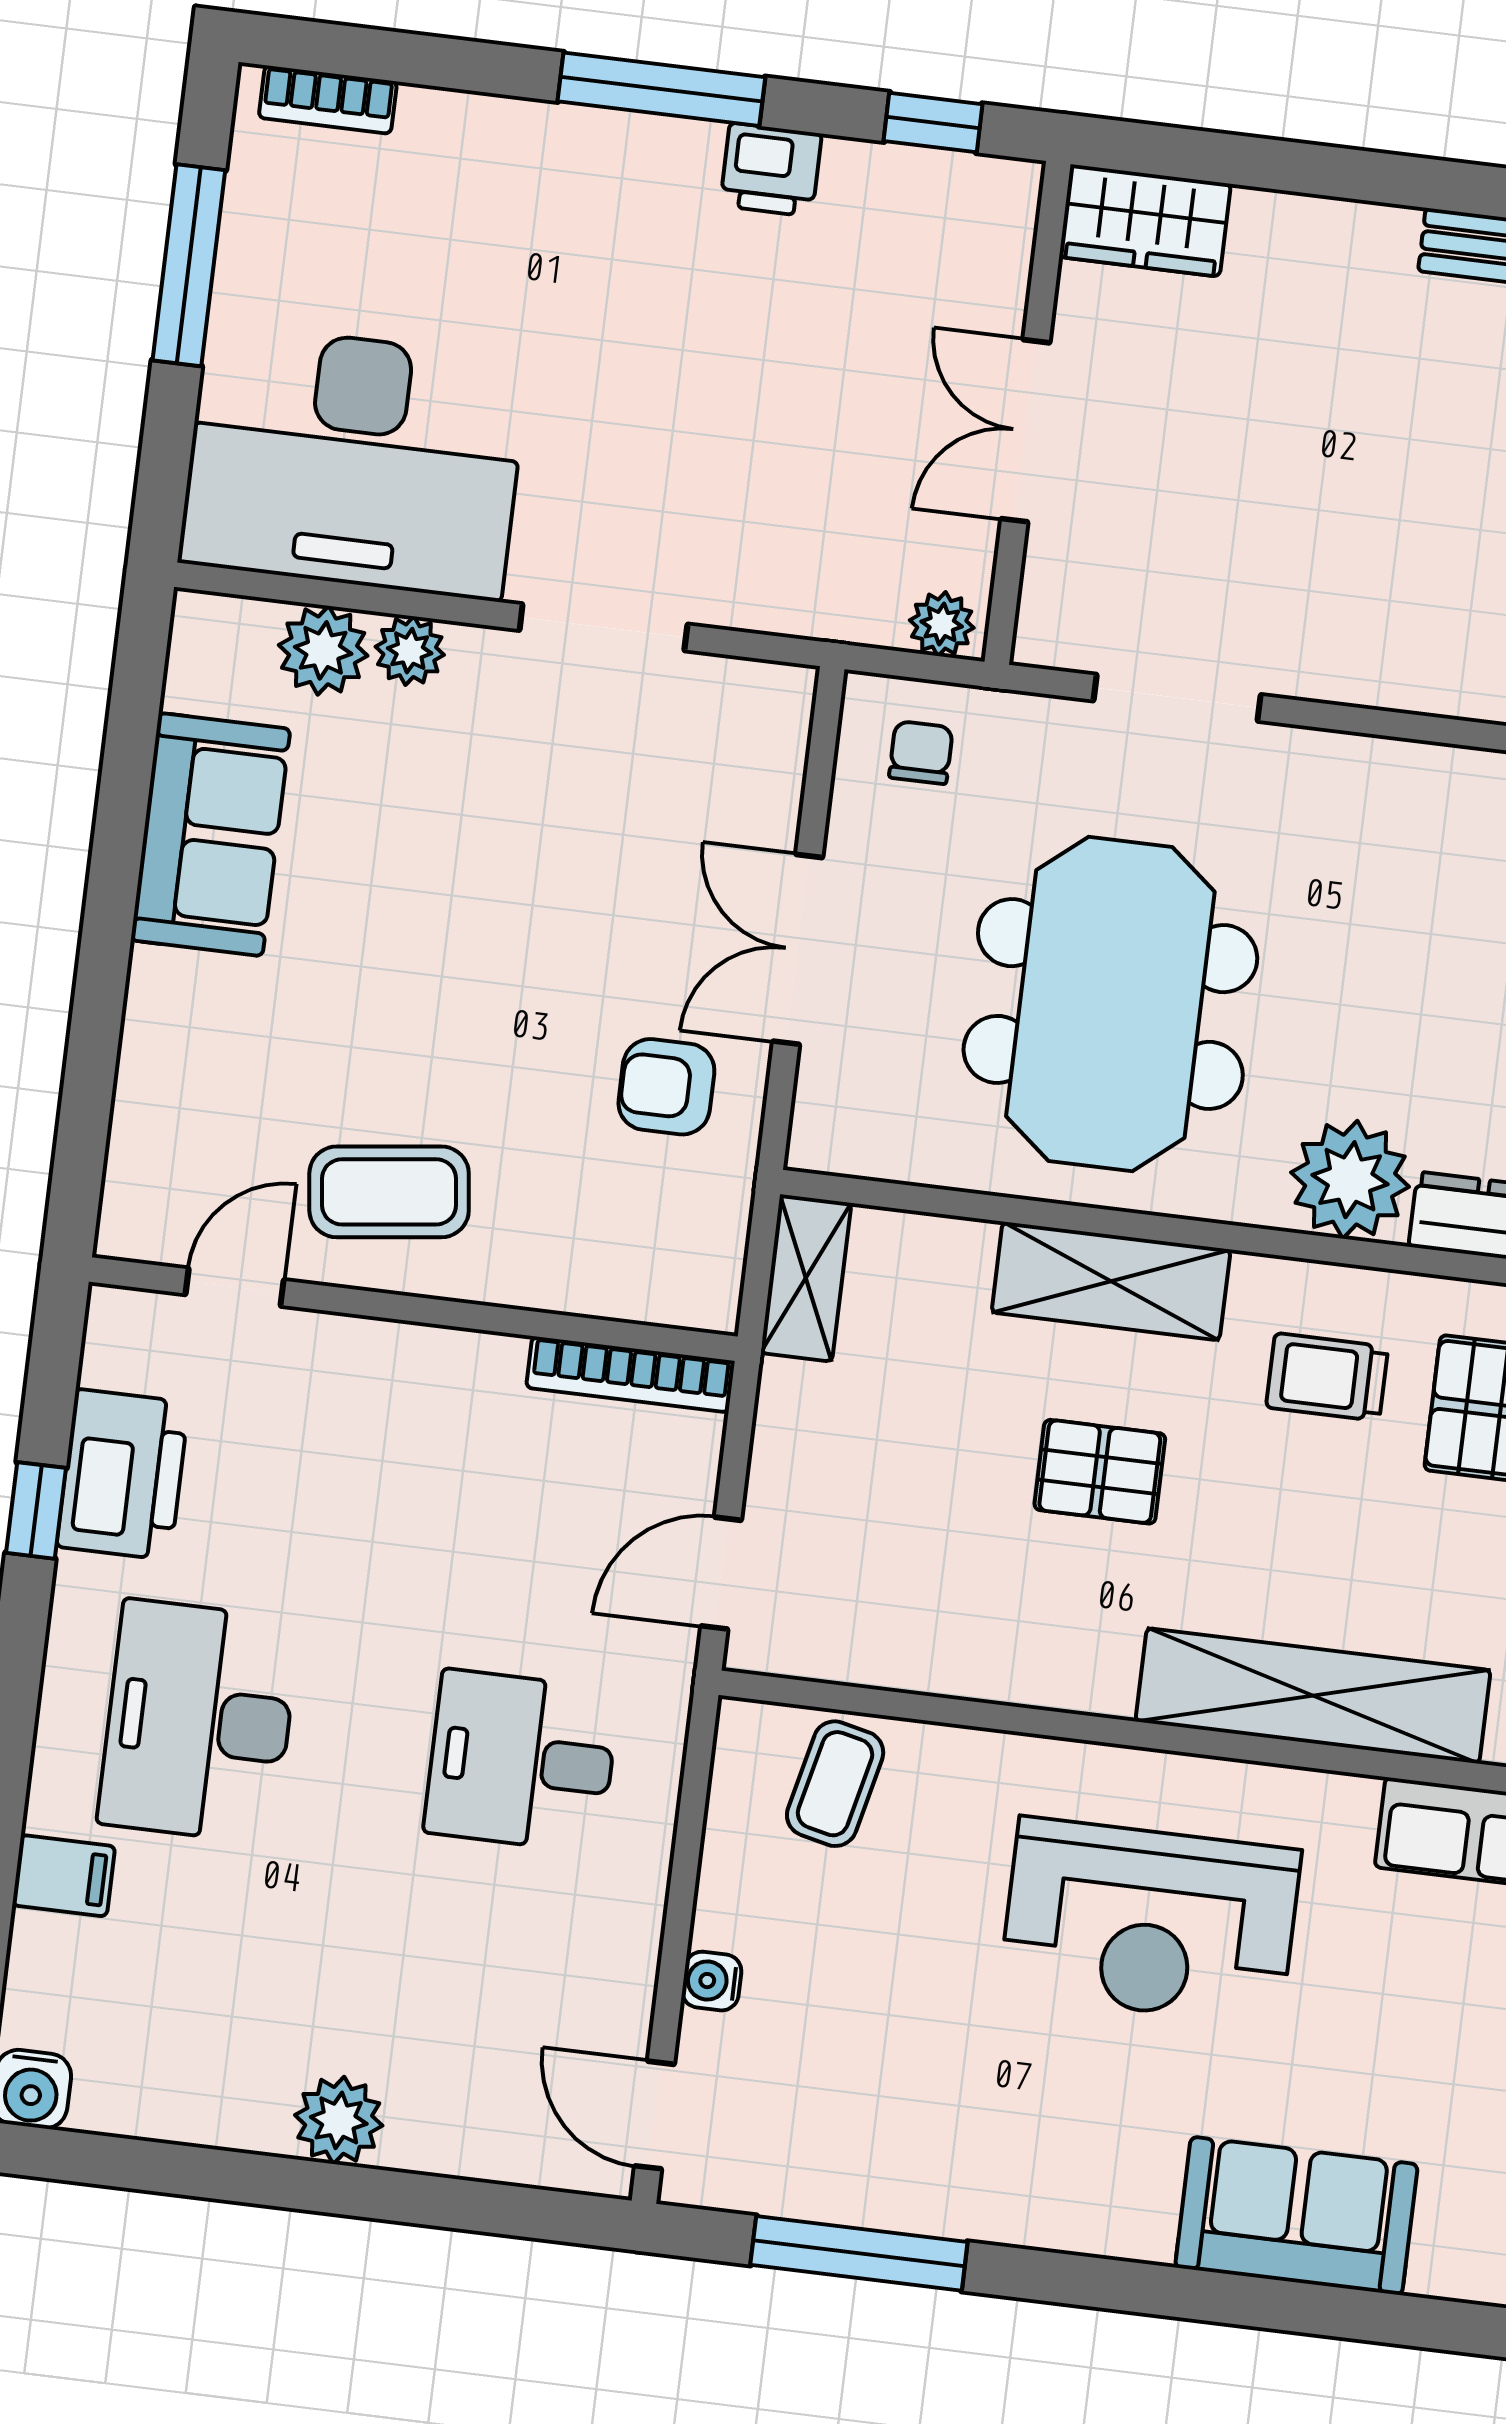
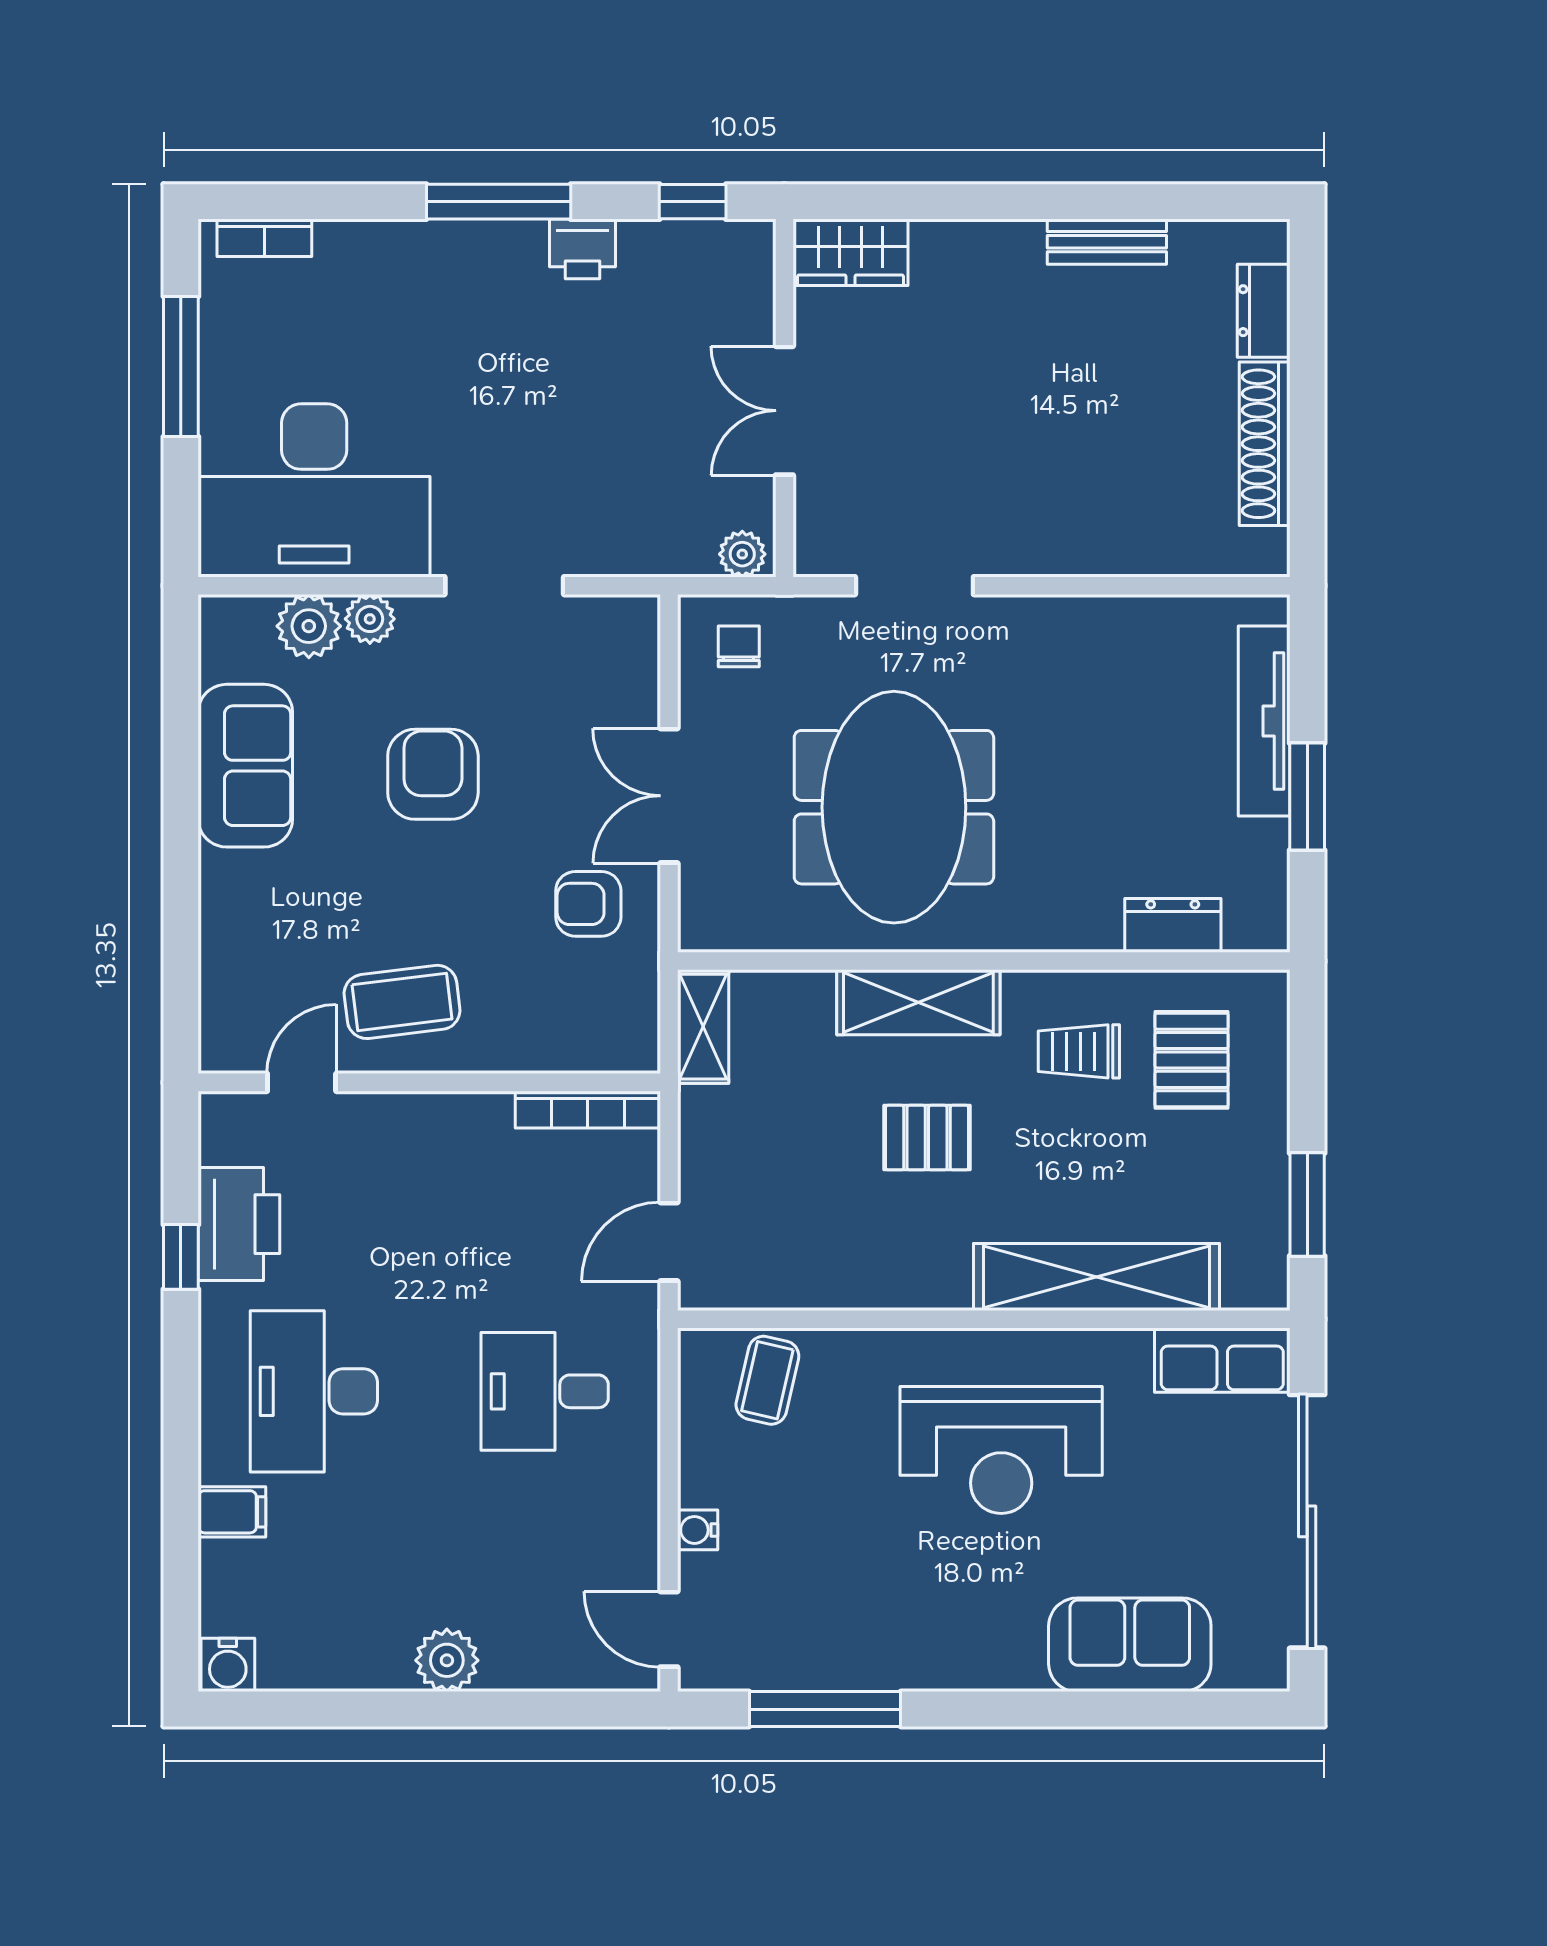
armchair: (471, 879) -> (433, 774), added
plant: (1350, 1180) -> (1078, 910), removed

